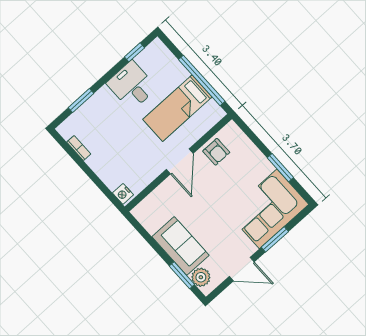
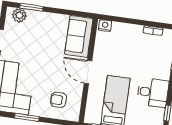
armchair: (216, 152) -> (58, 100), moved
sofa: (180, 246) -> (79, 36), moved, turned 90

